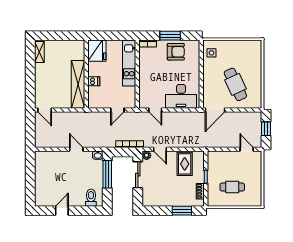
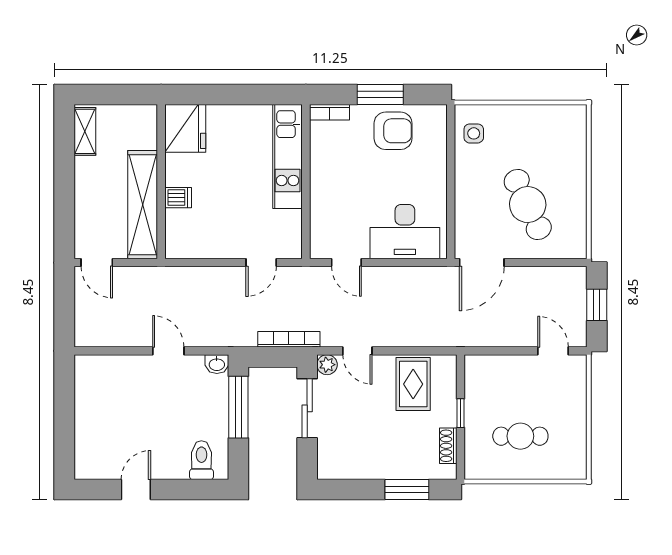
fridge: (97, 51) -> (185, 128), moved
wall: (86, 74) -> (161, 182), moved
dishwasher: (94, 81) -> (178, 198), moved
shelving: (78, 84) -> (143, 205), moved

